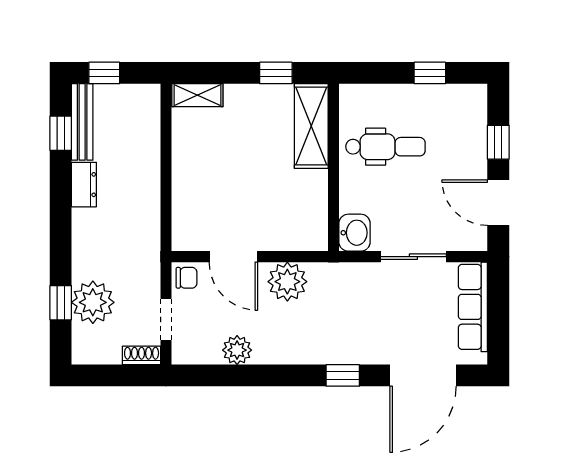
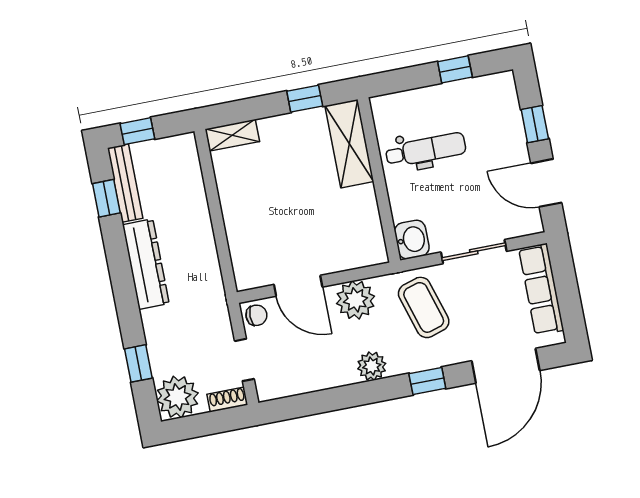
dresser: (84, 185) -> (146, 264), width x1.96, depth x1.24
plant: (93, 302) -> (177, 397), moved
coffee table: (353, 302) -> (424, 307), added
plant: (237, 350) -> (372, 366), moved

